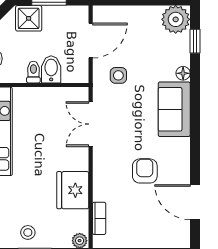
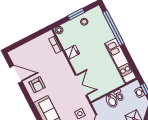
armchair: (145, 171) -> (37, 85), moved
fridge: (73, 190) -> (72, 52), width x0.53, depth x0.75

